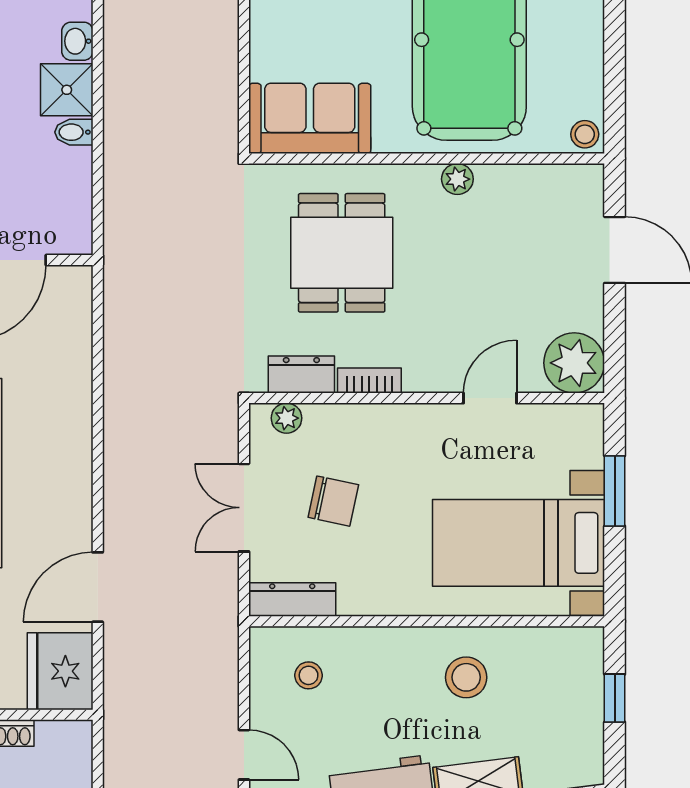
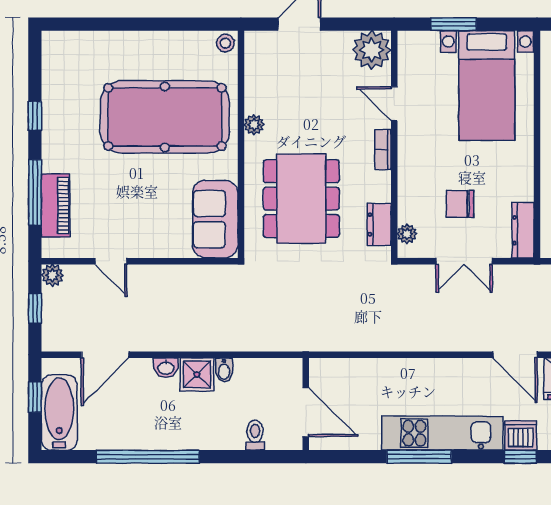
dining table: (342, 253) -> (301, 199), width x1.38
bookcase: (369, 381) -> (383, 150), moved
chair: (333, 501) -> (460, 204), turned -102

